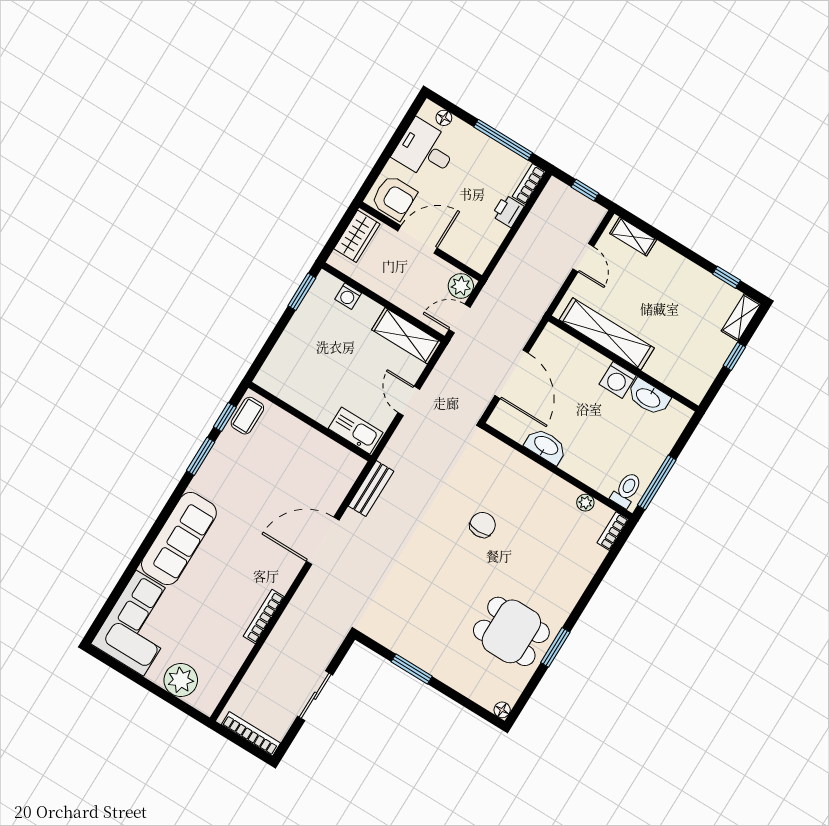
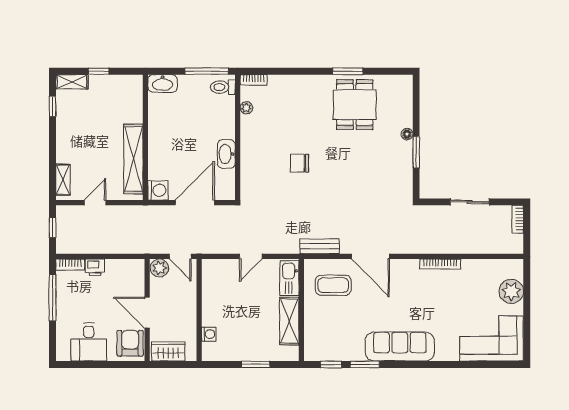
floor lamp: (444, 118) -> (61, 343), removed
window: (302, 292) -> (256, 364), moved
shelving: (406, 336) -> (289, 321), moved
washing machine: (618, 380) -> (158, 190), moved
washbasin: (648, 397) -> (163, 83), moved, turned 90
coffee table: (247, 416) -> (333, 285), moved, width x1.36, depth x1.30
sofa: (179, 539) -> (400, 346), moved
floor lamp: (502, 710) -> (407, 134), moved
bookcase: (251, 734) -> (518, 219), width x0.64

